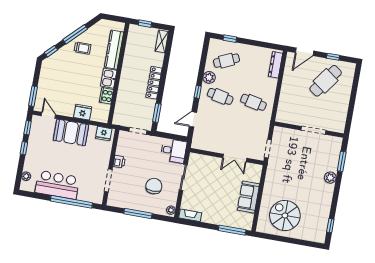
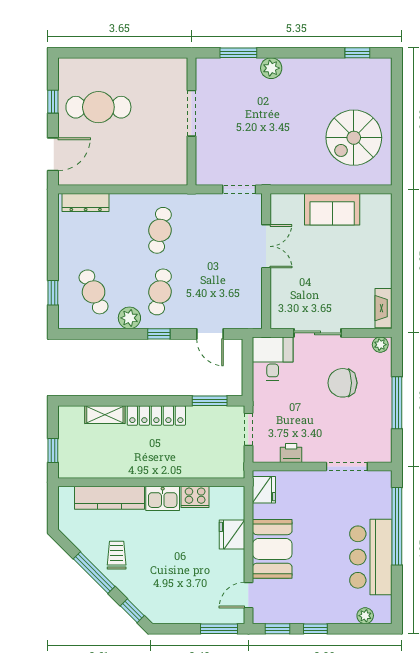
shelving: (162, 41) -> (105, 415), moved
door: (305, 52) -> (53, 154), hinge flipped
cafe table: (326, 81) -> (98, 107), turned -36
printer: (119, 162) -> (291, 453), moved
window: (232, 230) -> (397, 228), removed

